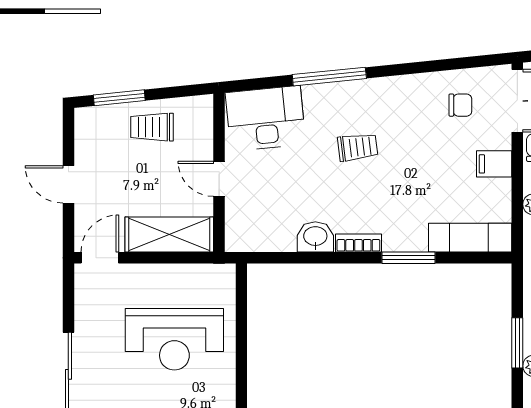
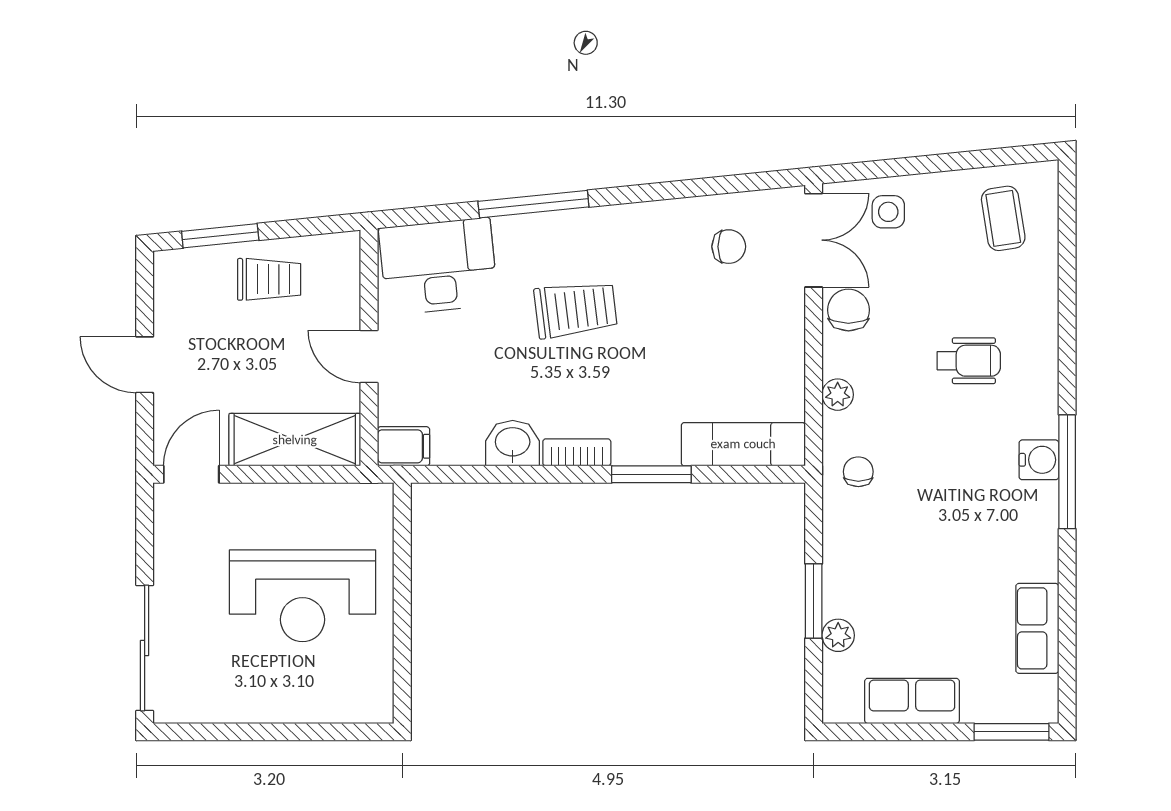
trolley: (152, 127) -> (269, 279), turned 180
trolley: (358, 147) -> (576, 309), width x1.36, depth x1.39
filing cabinet: (494, 164) -> (404, 446), moved, turned 180

